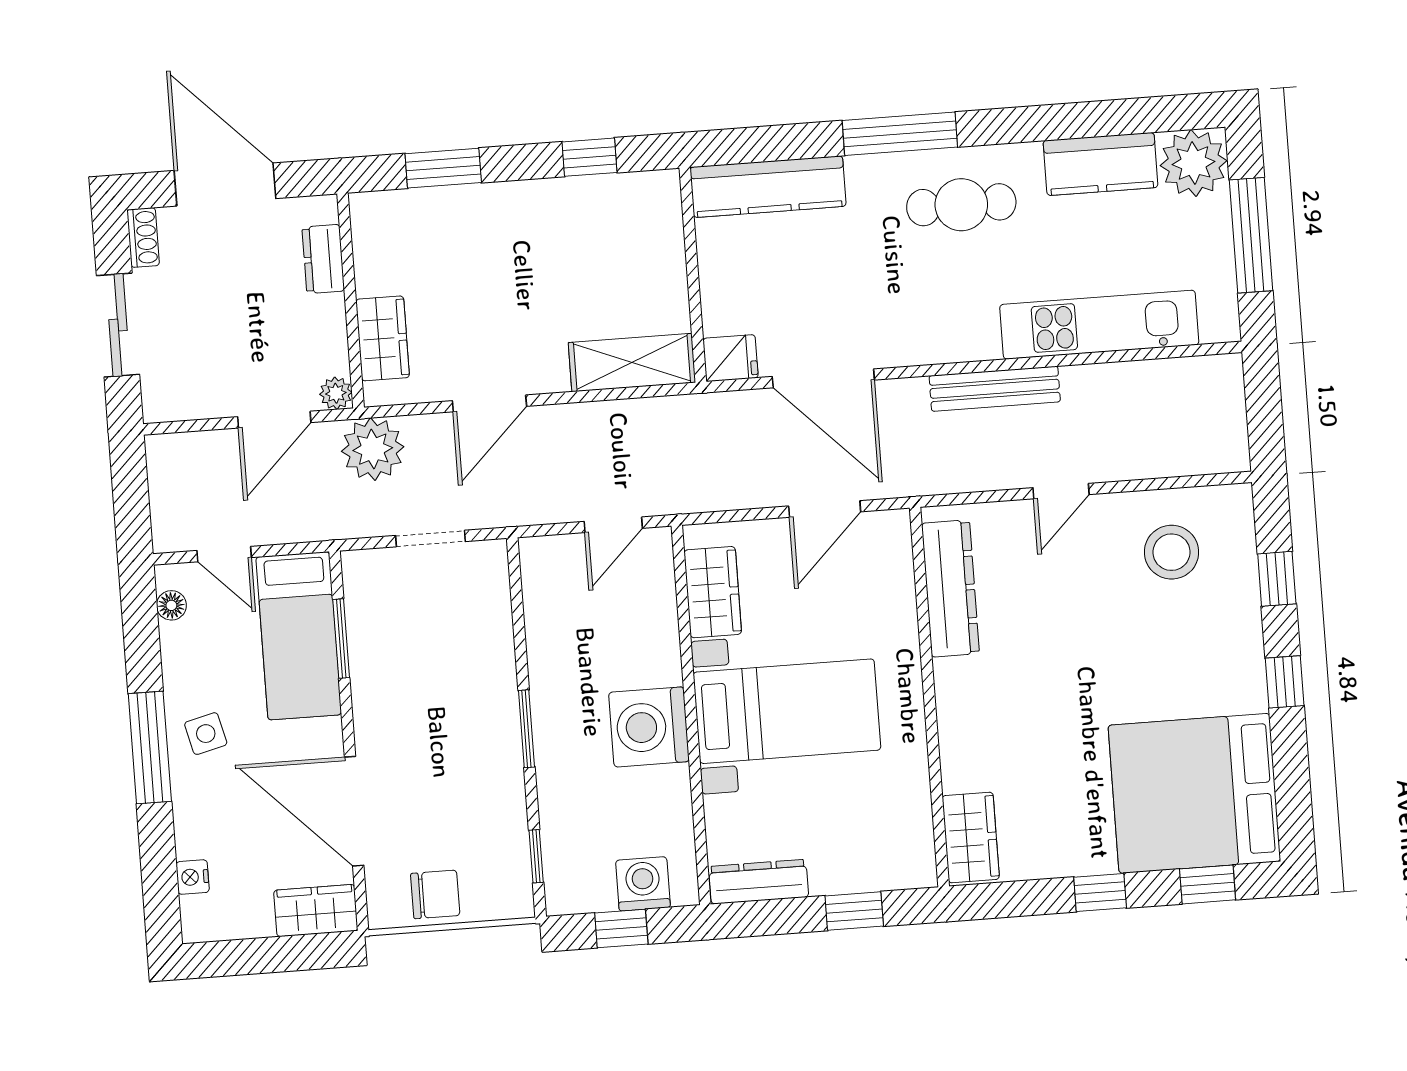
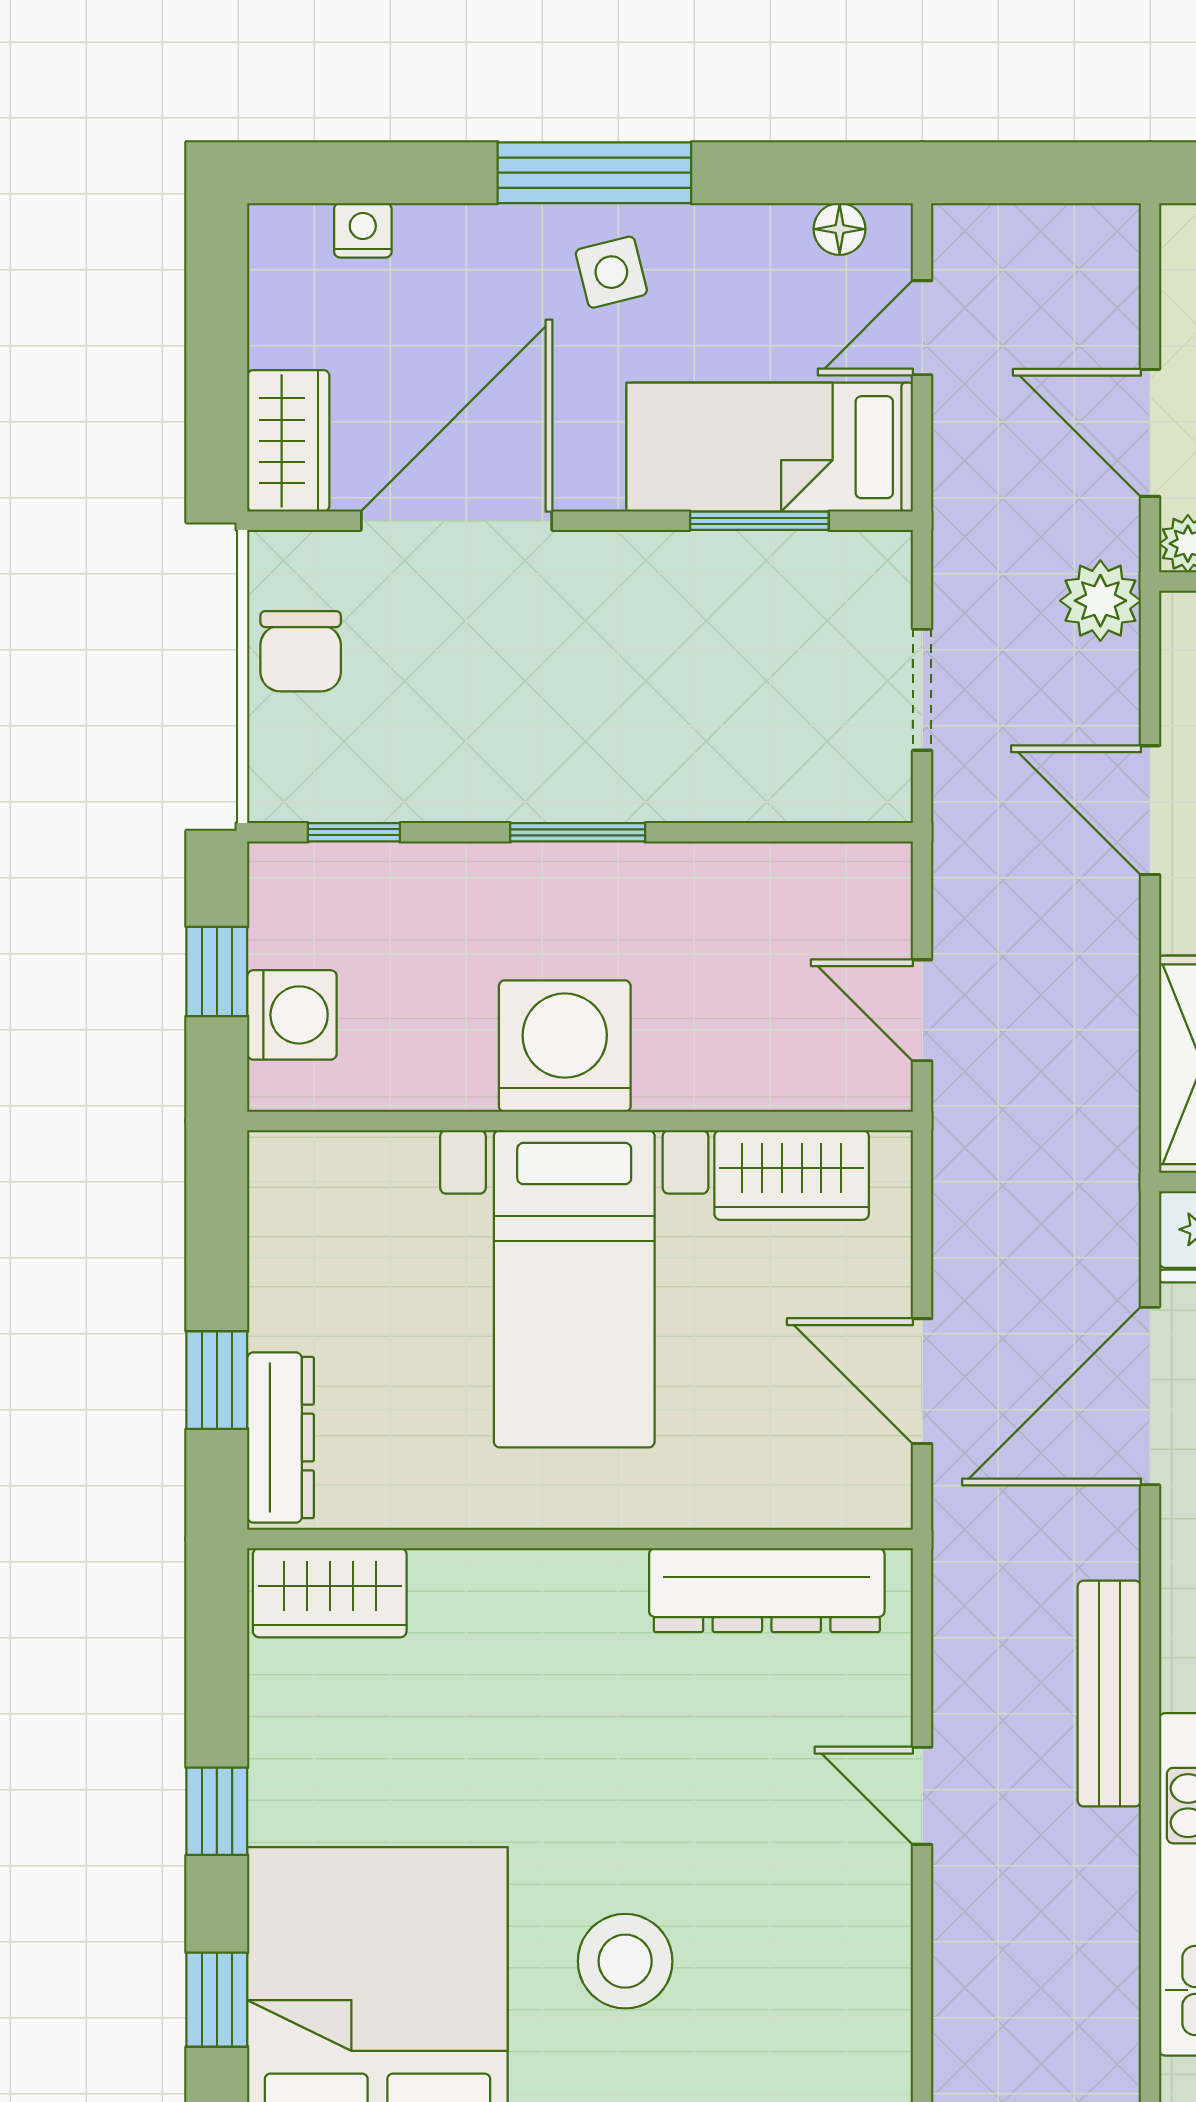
plant: (373, 449) -> (1100, 601), width x0.73, depth x0.73
stool: (1171, 552) -> (625, 1961), moved
dresser: (759, 882) -> (281, 1438), moved

